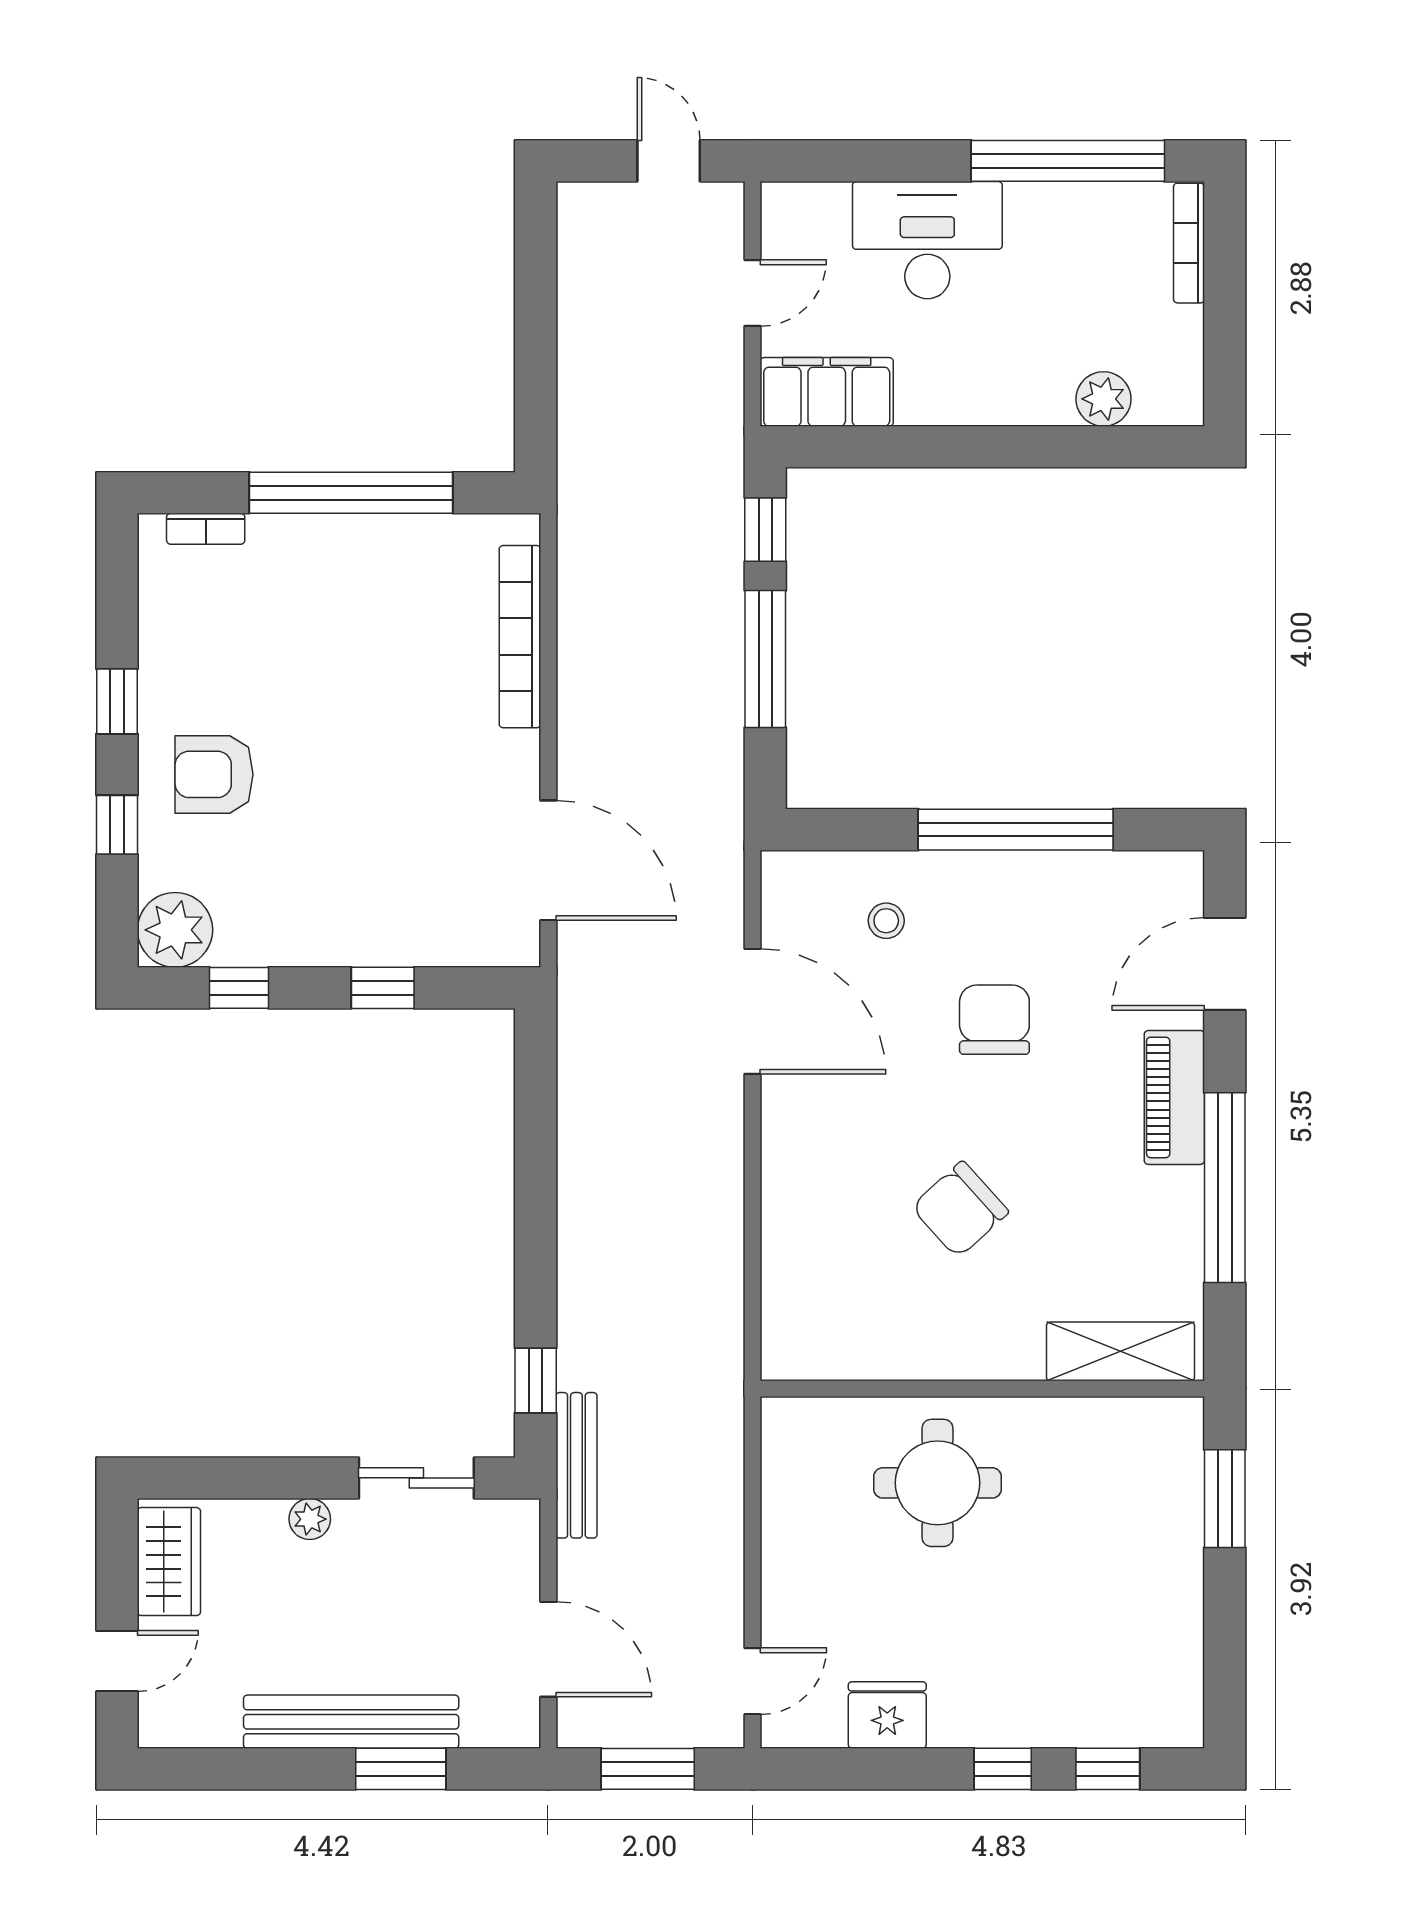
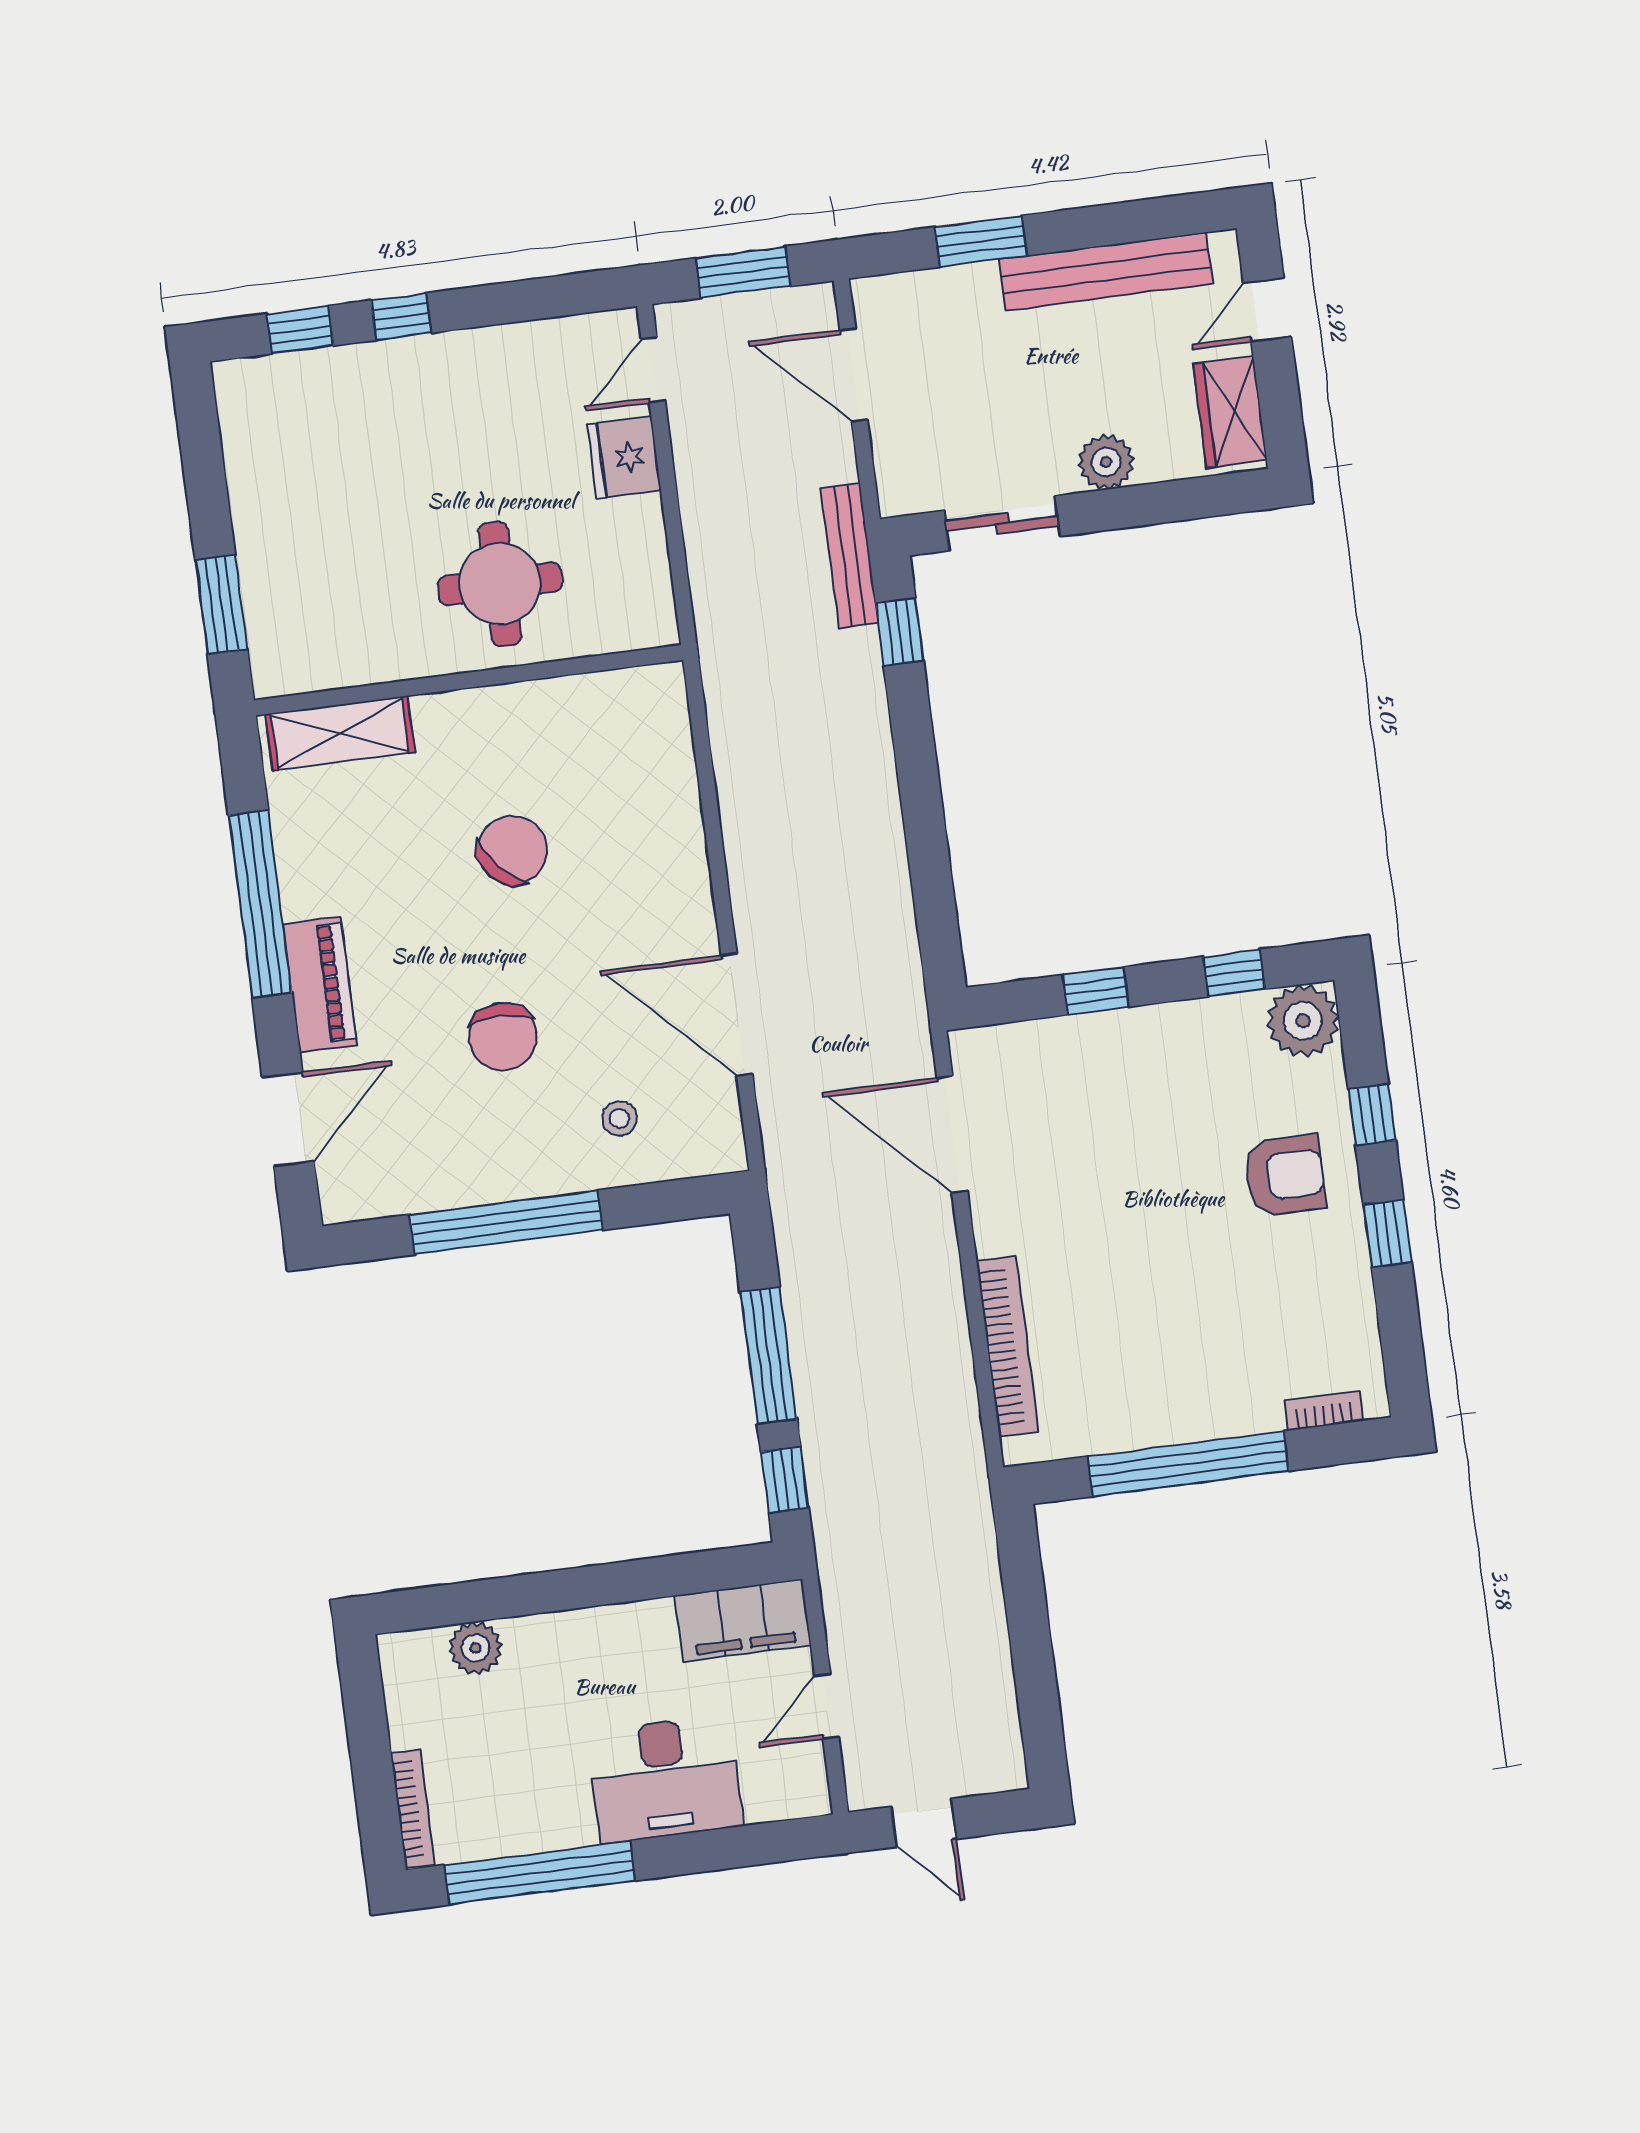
plant: (310, 1519) -> (1106, 462), width x1.38, depth x1.38
fridge: (887, 1715) -> (624, 458), moved, turned 90
bench: (351, 1722) -> (1106, 271), moved

